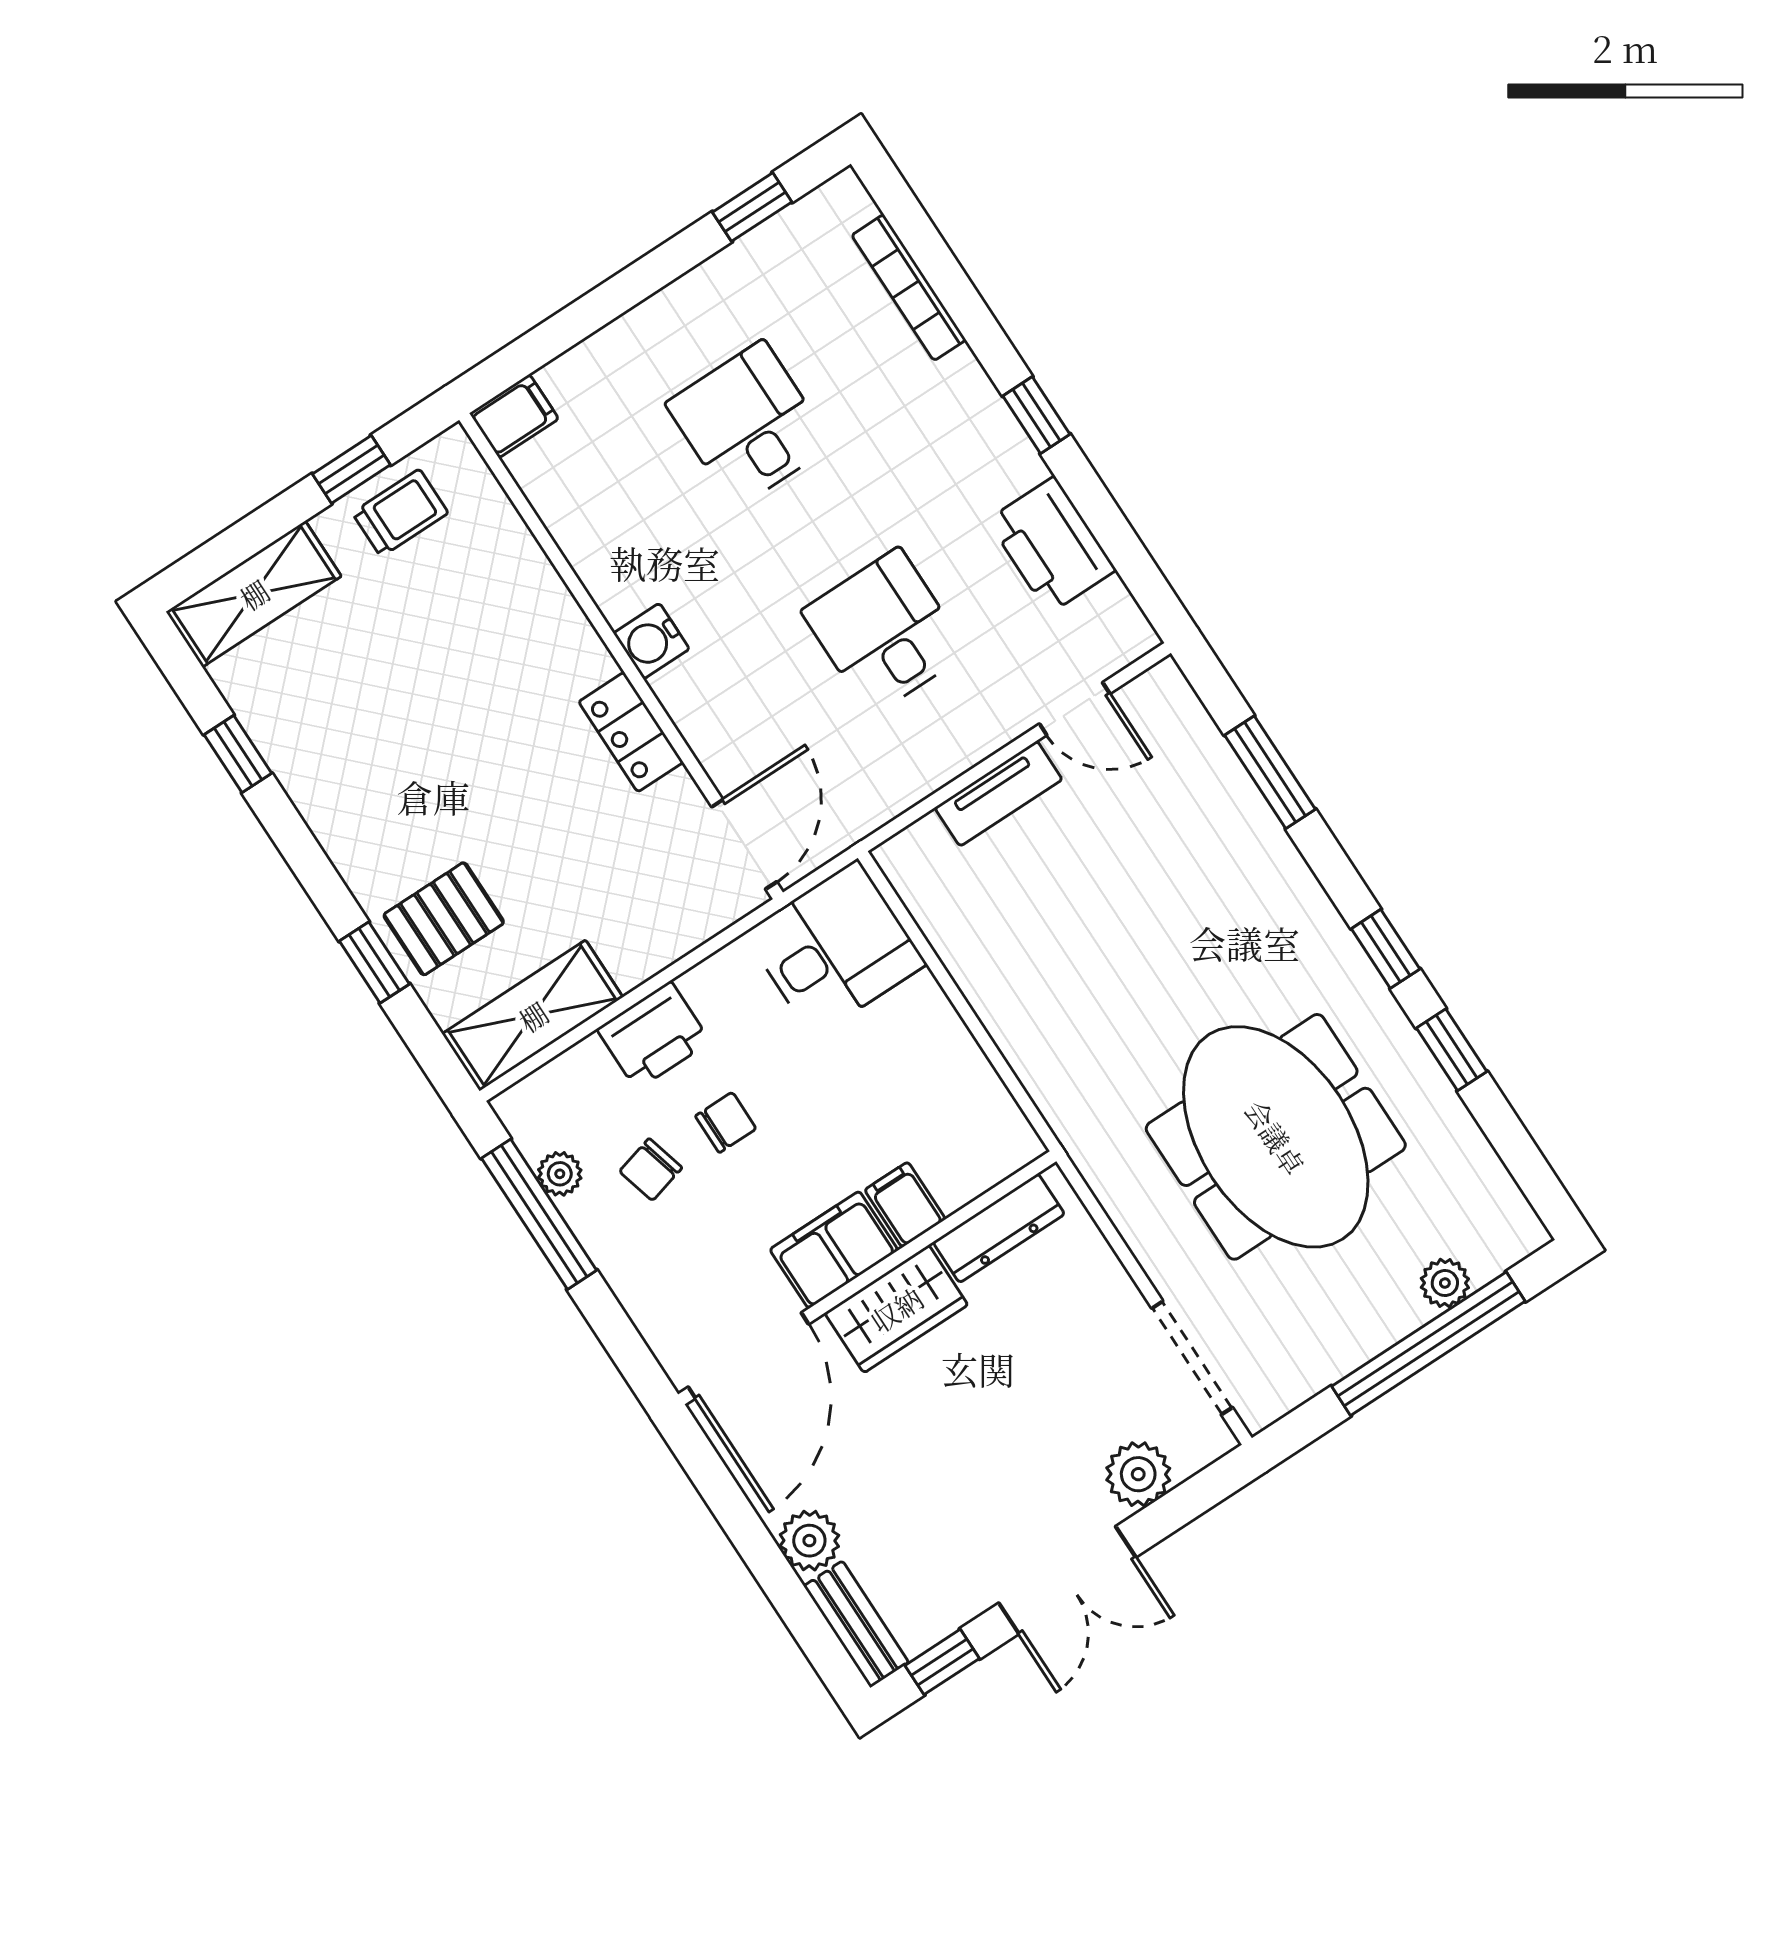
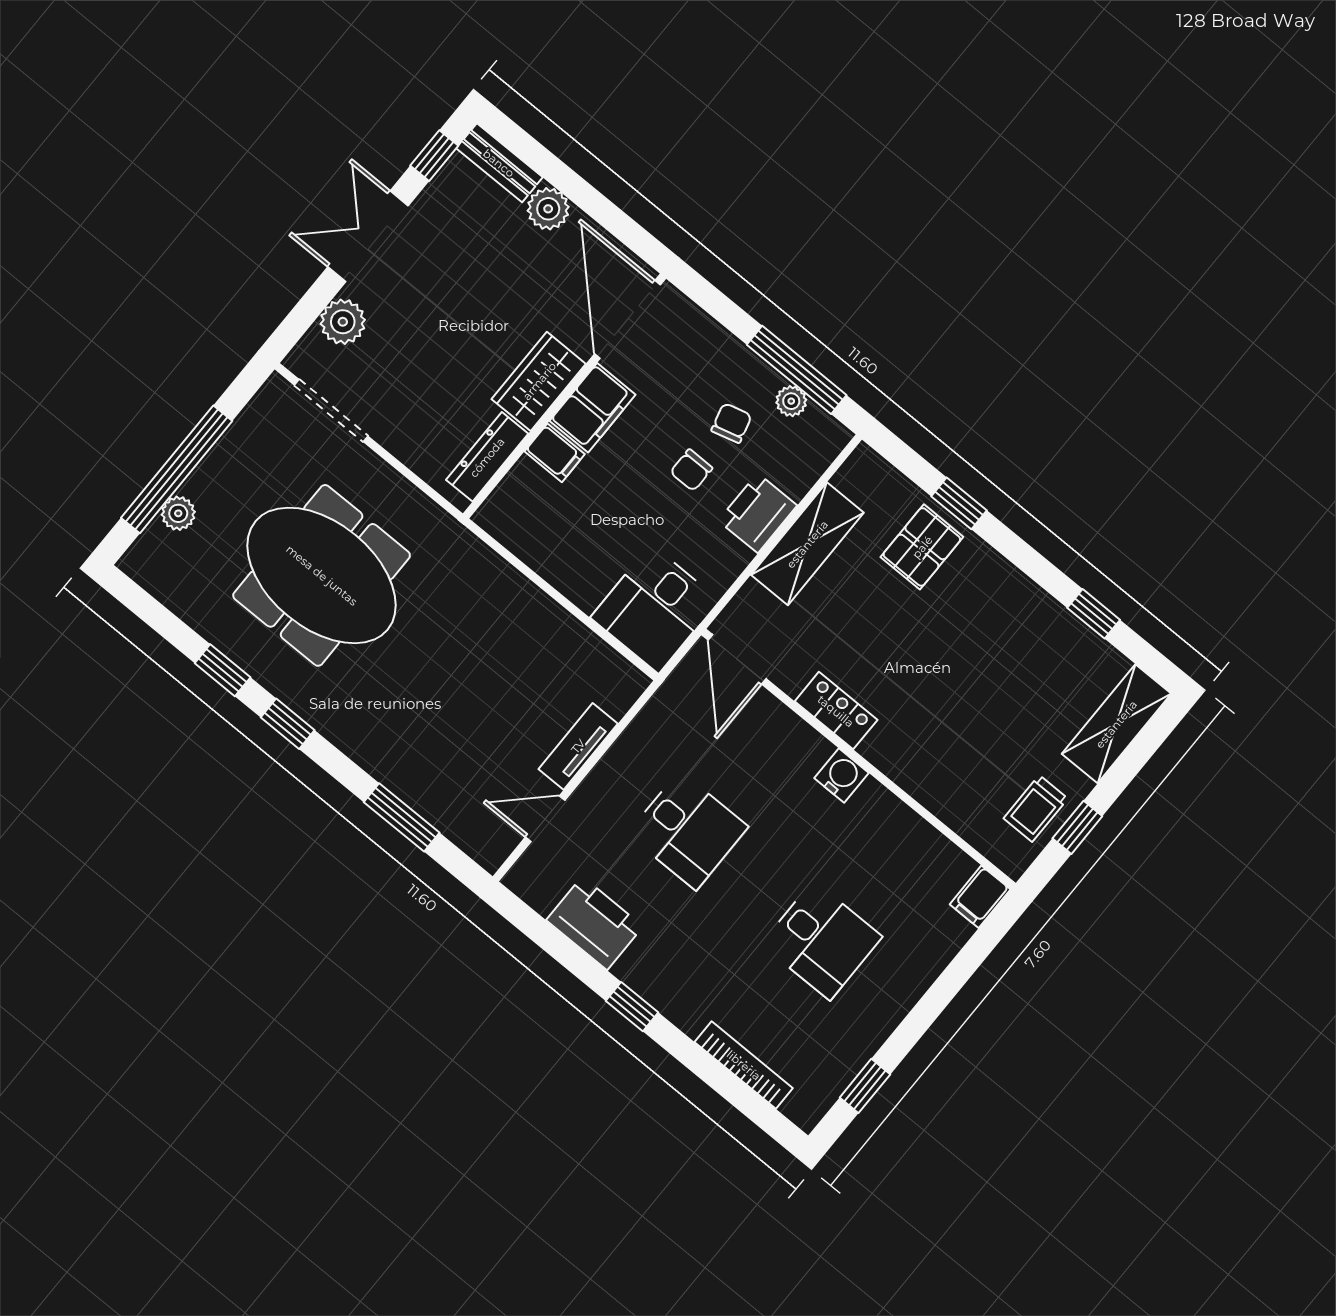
shelving: (533, 1016) -> (807, 544), moved

